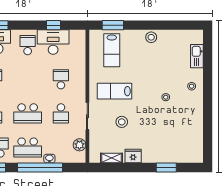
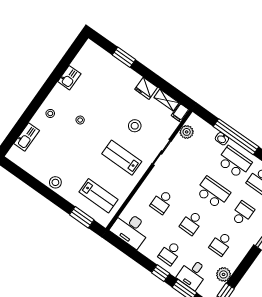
window: (54, 25) -> (161, 273), moved
desk: (53, 42) -> (131, 229), moved
lab bench: (112, 50) -> (99, 196), turned 90
lab bench: (114, 91) -> (122, 158), turned 180
school desk: (61, 113) -> (191, 223), moved, turned 180
kitchen sink: (196, 123) -> (69, 78), added
filing cabinet: (94, 156) -> (180, 113), added

